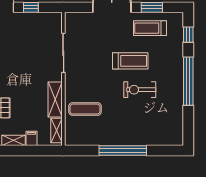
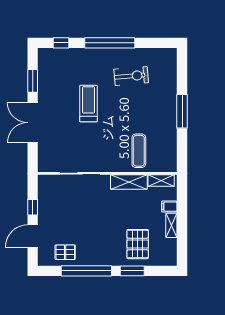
treadmill: (150, 28) -> (54, 83), removed
exercise bike: (140, 90) -> (131, 76), moved, turned -95
window: (123, 150) -> (182, 111), width x0.68

